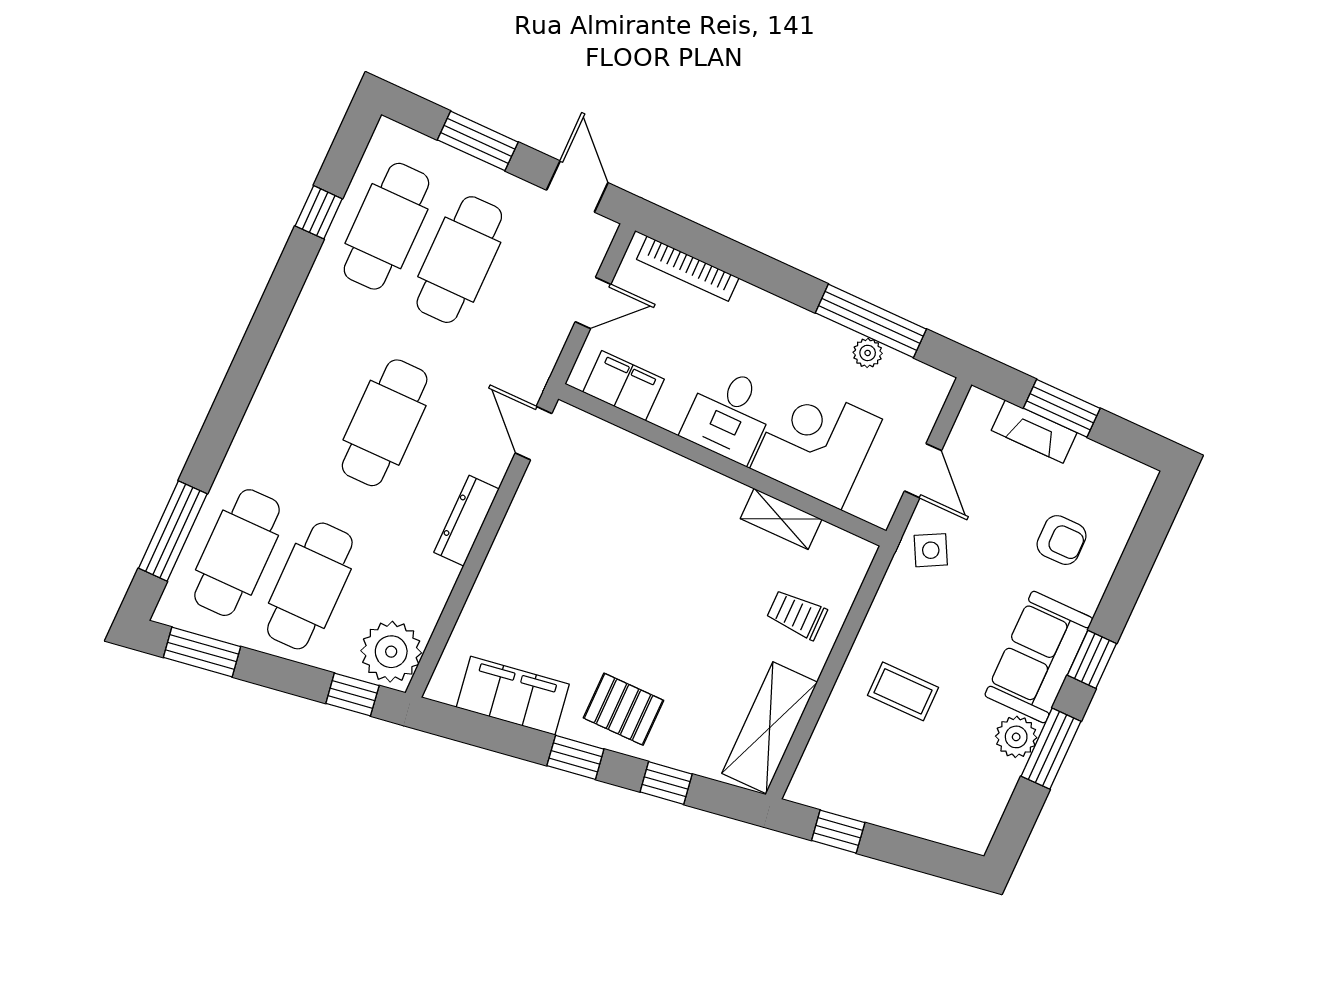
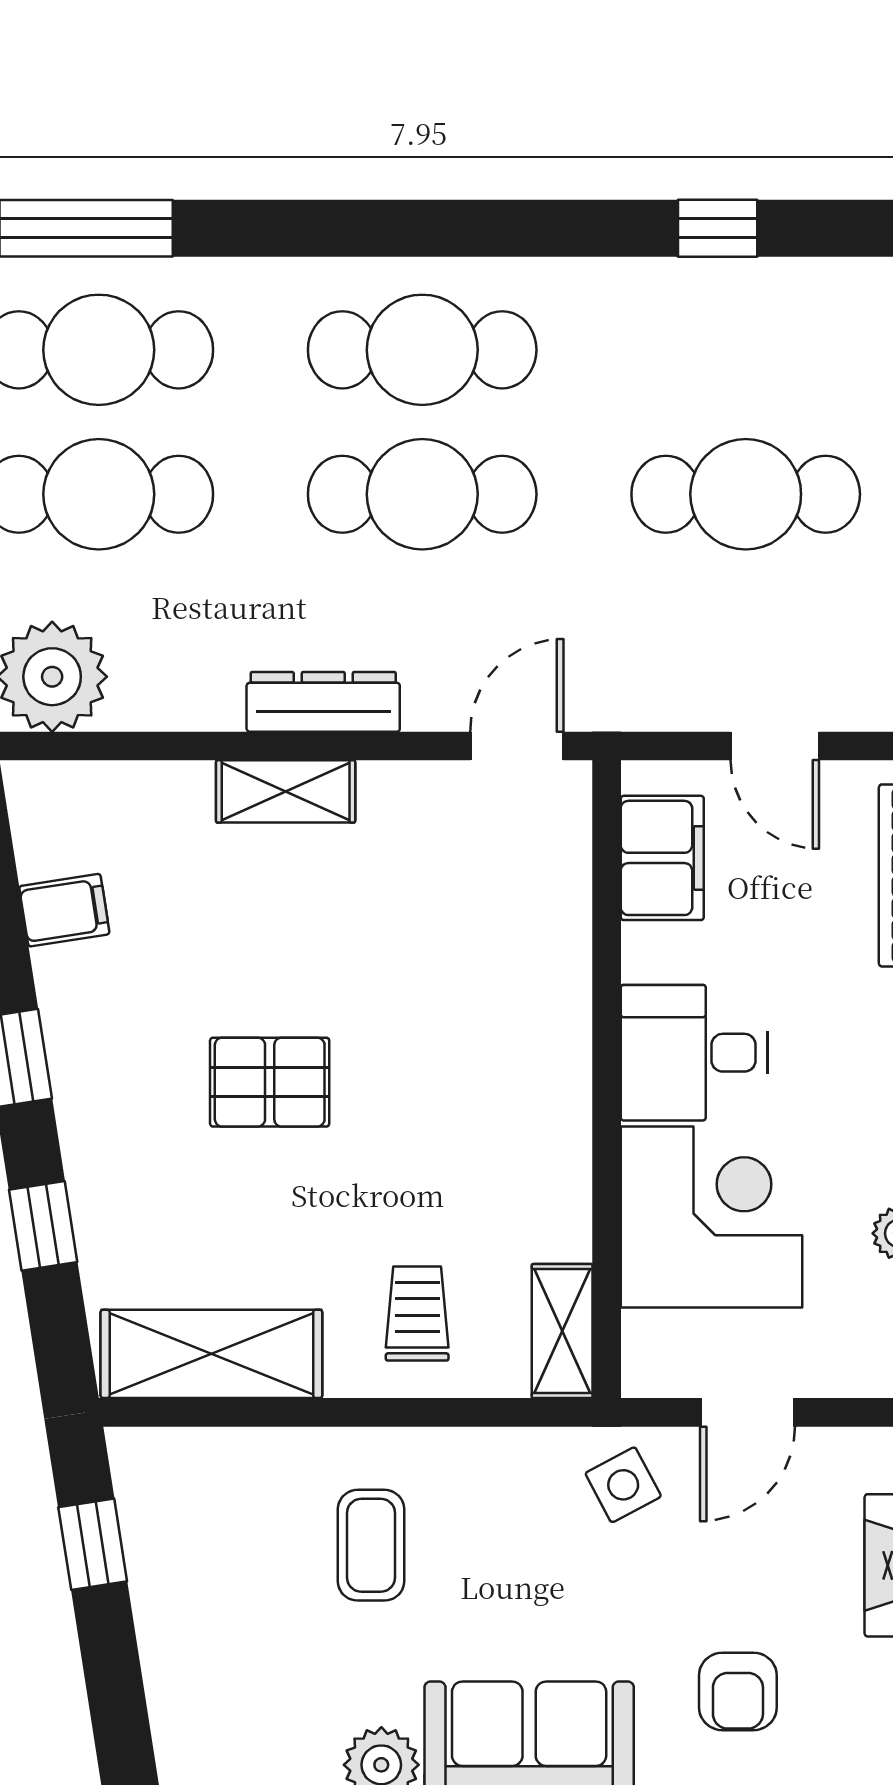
cafe table: (386, 226) -> (422, 350), moved
shelving: (781, 519) -> (562, 1331), moved
shelving: (503, 560) -> (286, 791), added
filing cabinet: (513, 696) -> (64, 910), width x0.33, depth x0.86
pallet: (624, 709) -> (270, 1082), moved, turned 90

